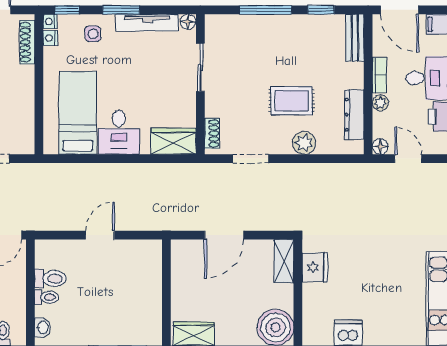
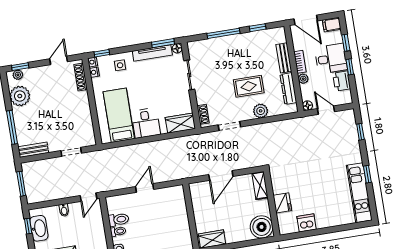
window: (121, 10) -> (163, 43), moved
bench: (355, 38) -> (284, 58), moved
fridge: (315, 267) -> (282, 203), moved

